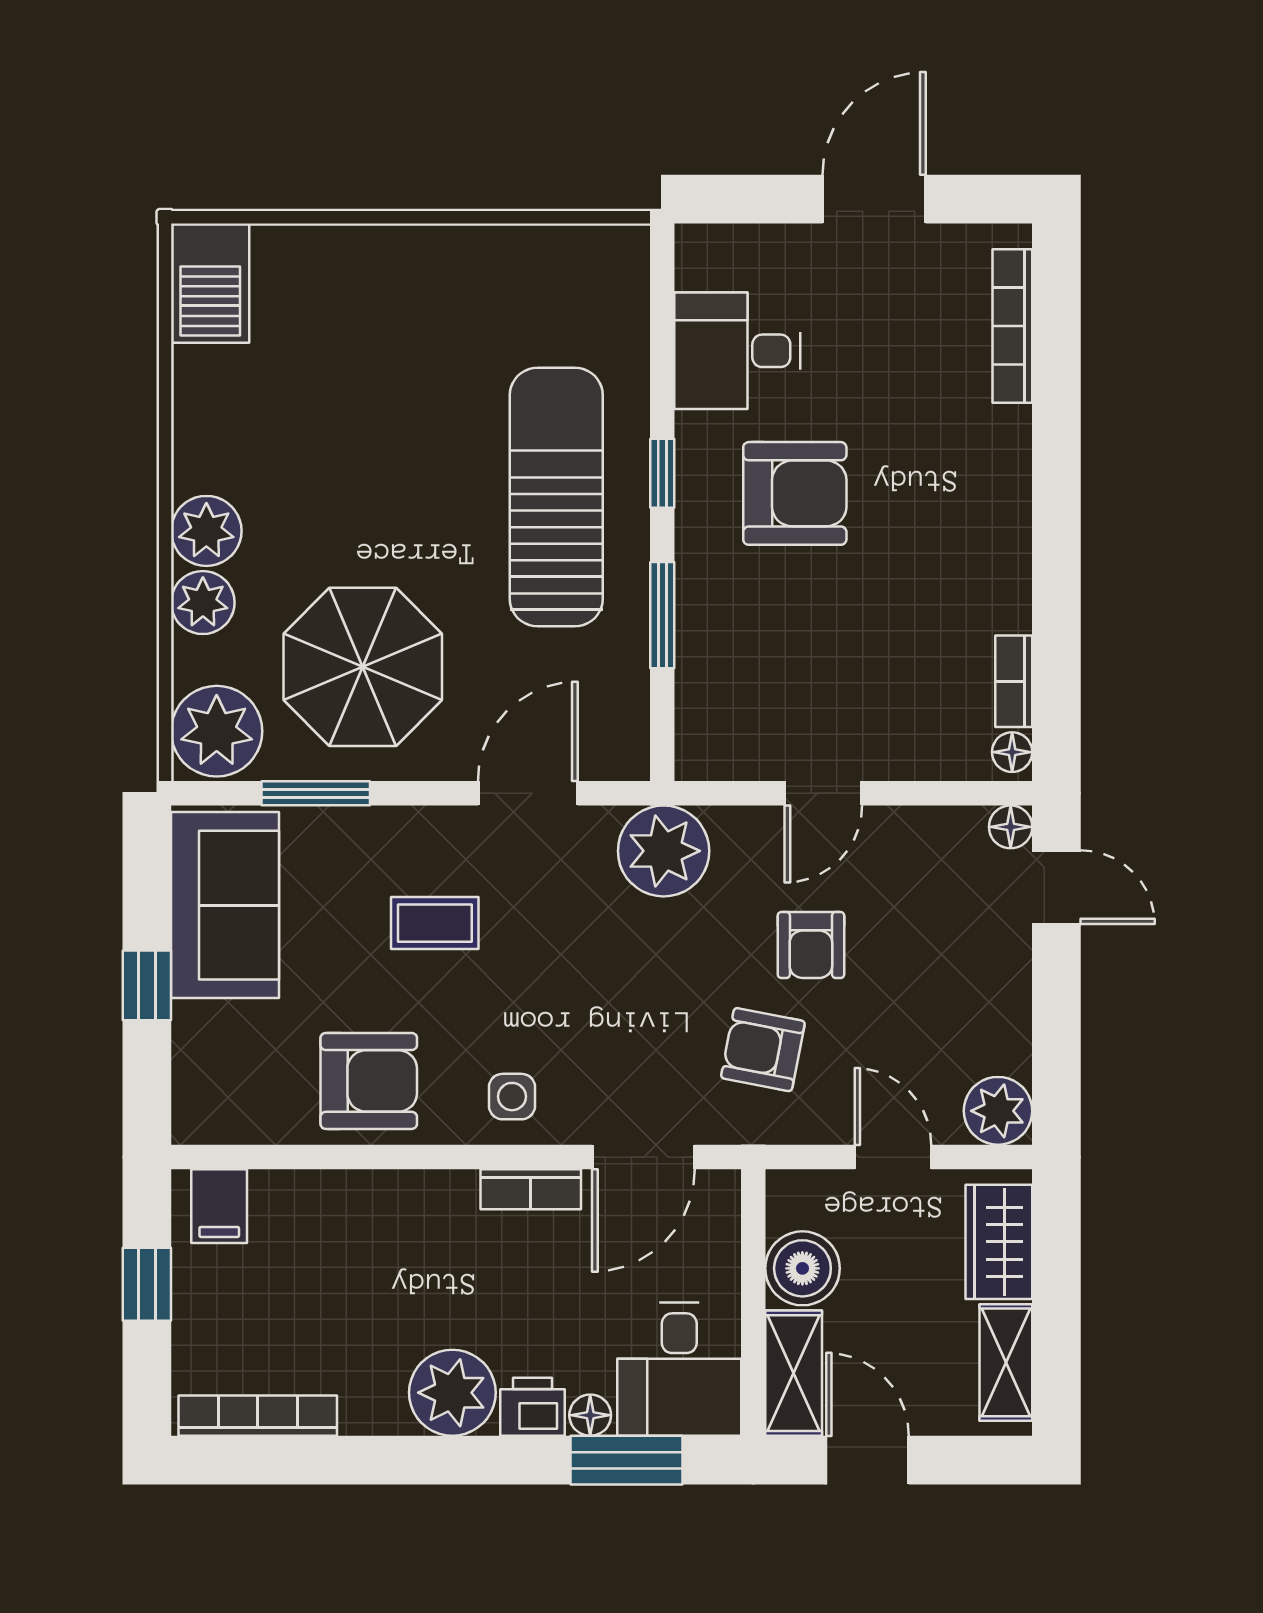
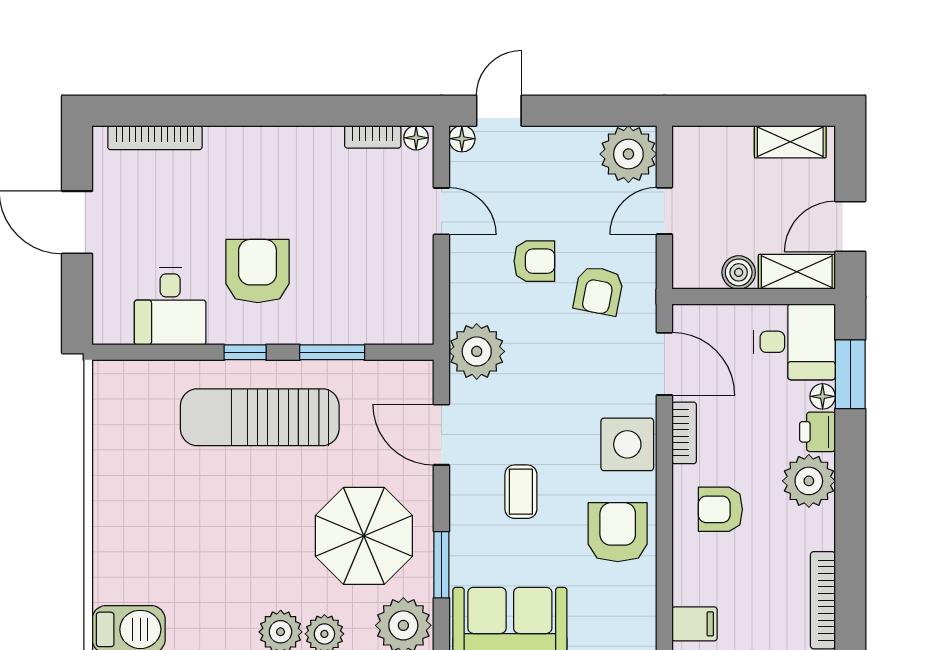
door: (823, 793) -> (441, 211), moved
side table: (512, 1097) -> (627, 444), width x1.87, depth x1.87
plant: (998, 1111) -> (628, 154), width x1.36, depth x1.36
wardrobe: (999, 1242) -> (716, 146), removed
armchair: (406, 1248) -> (720, 509), added
boiler: (802, 1268) -> (739, 272), width x0.73, depth x0.73

